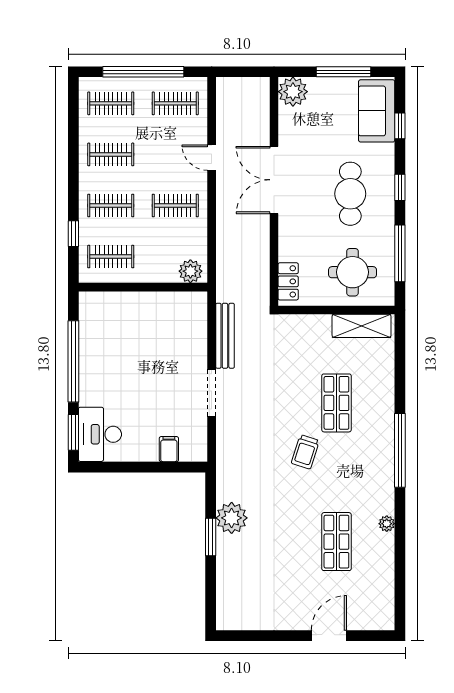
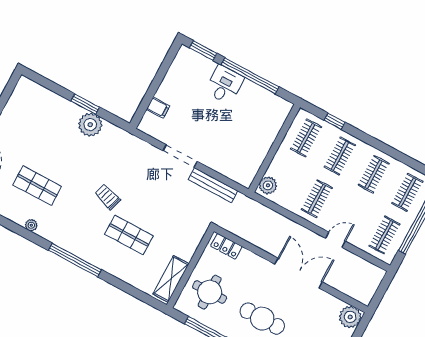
desk: (100, 434) -> (224, 85), moved, width x0.73

